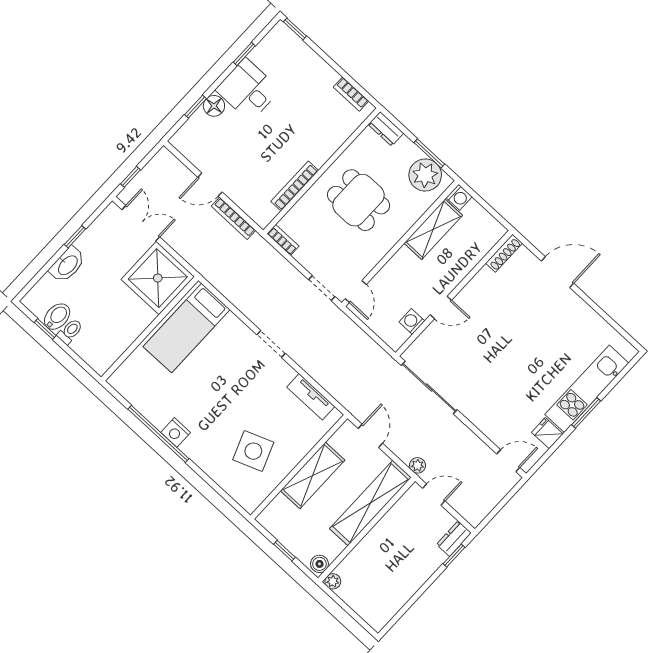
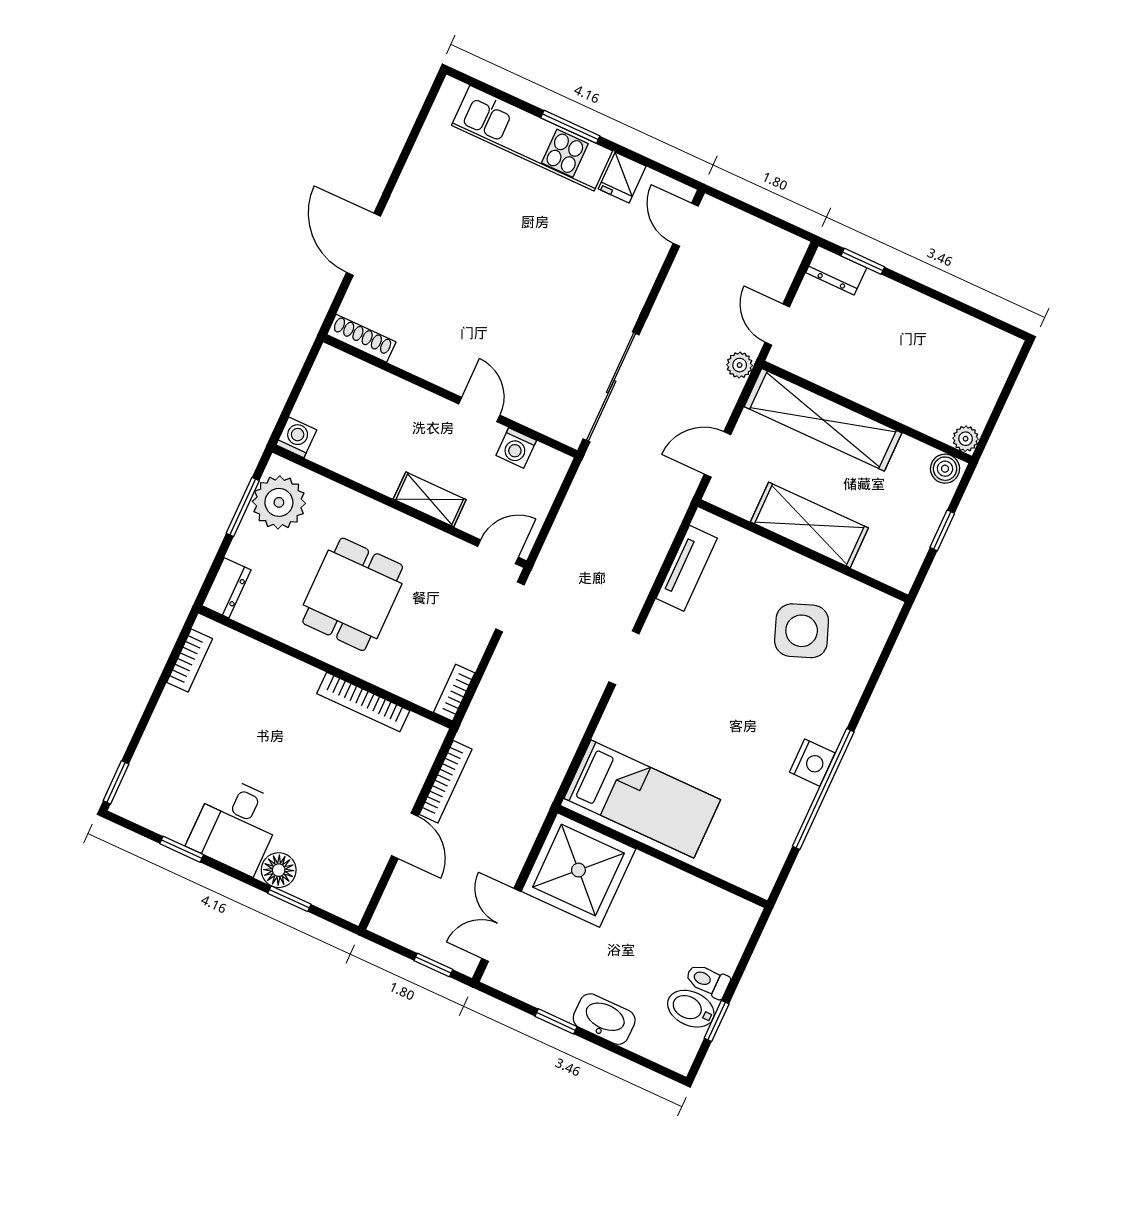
shelving: (433, 229) -> (430, 499), moved, width x0.67, depth x0.75

